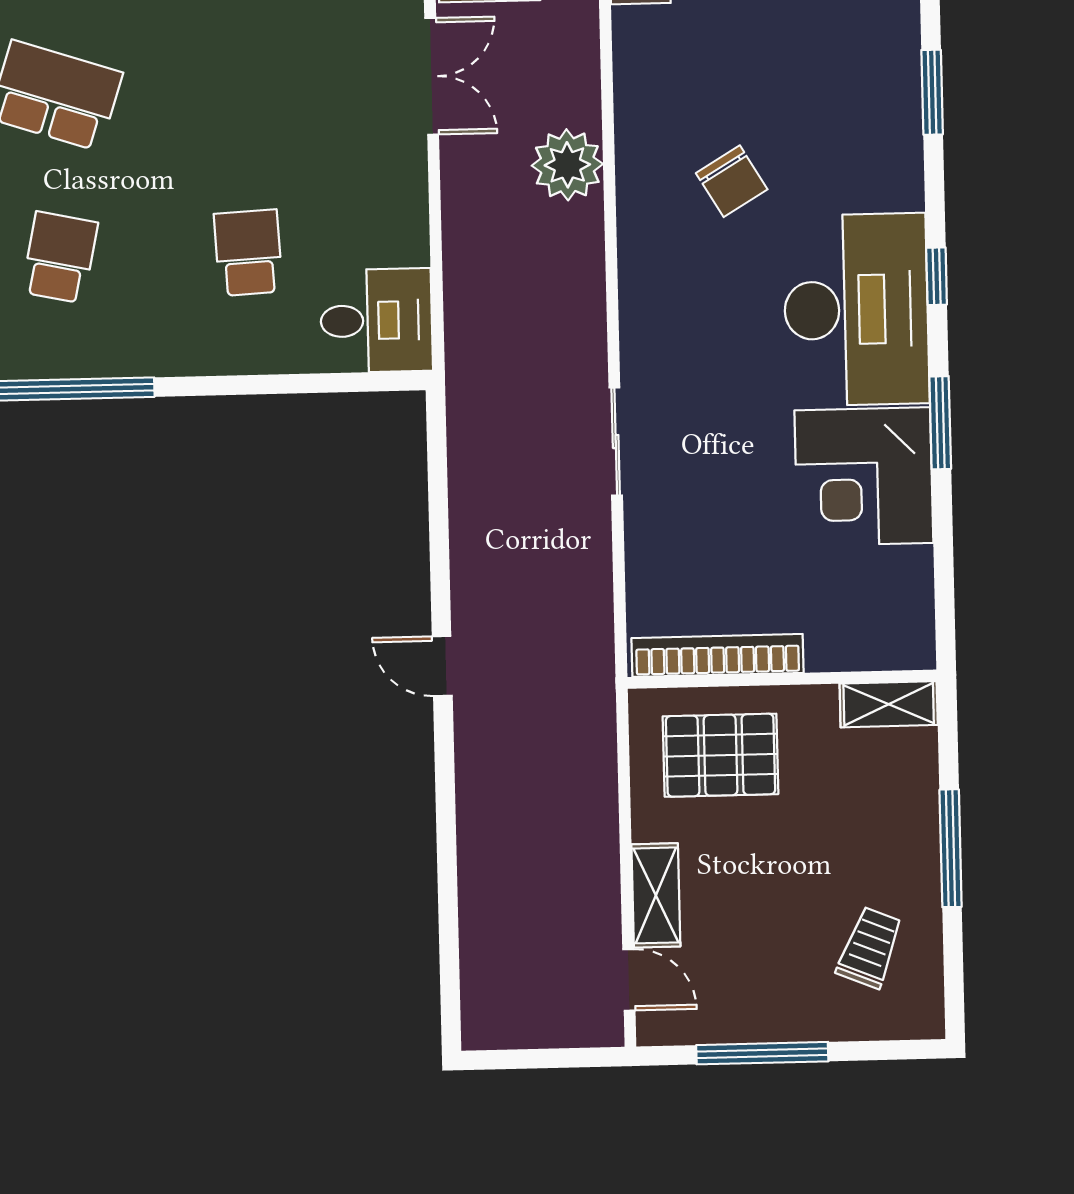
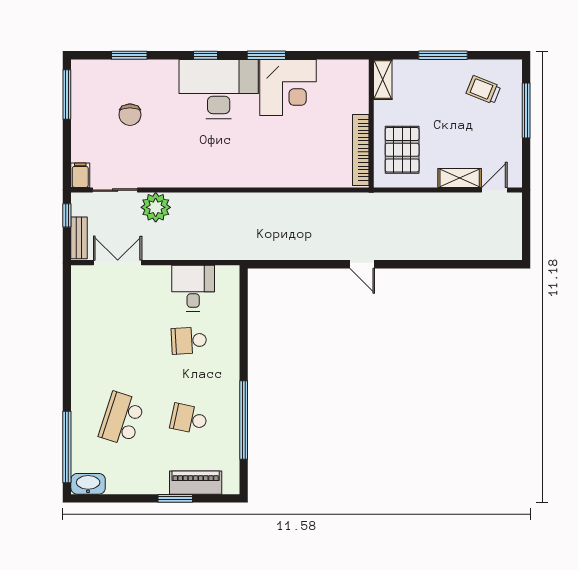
chair: (732, 181) -> (130, 115), moved, turned 121
desk: (376, 321) -> (193, 288), moved
sliding door: (616, 442) -> (115, 190), moved
door: (442, 666) -> (362, 264), hinge flipped
window: (762, 1053) -> (526, 110), moved

